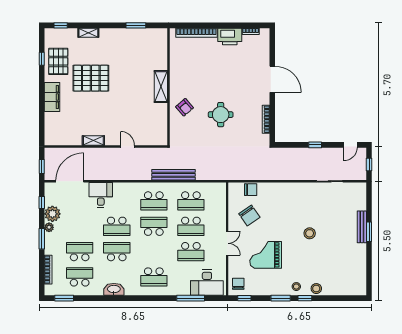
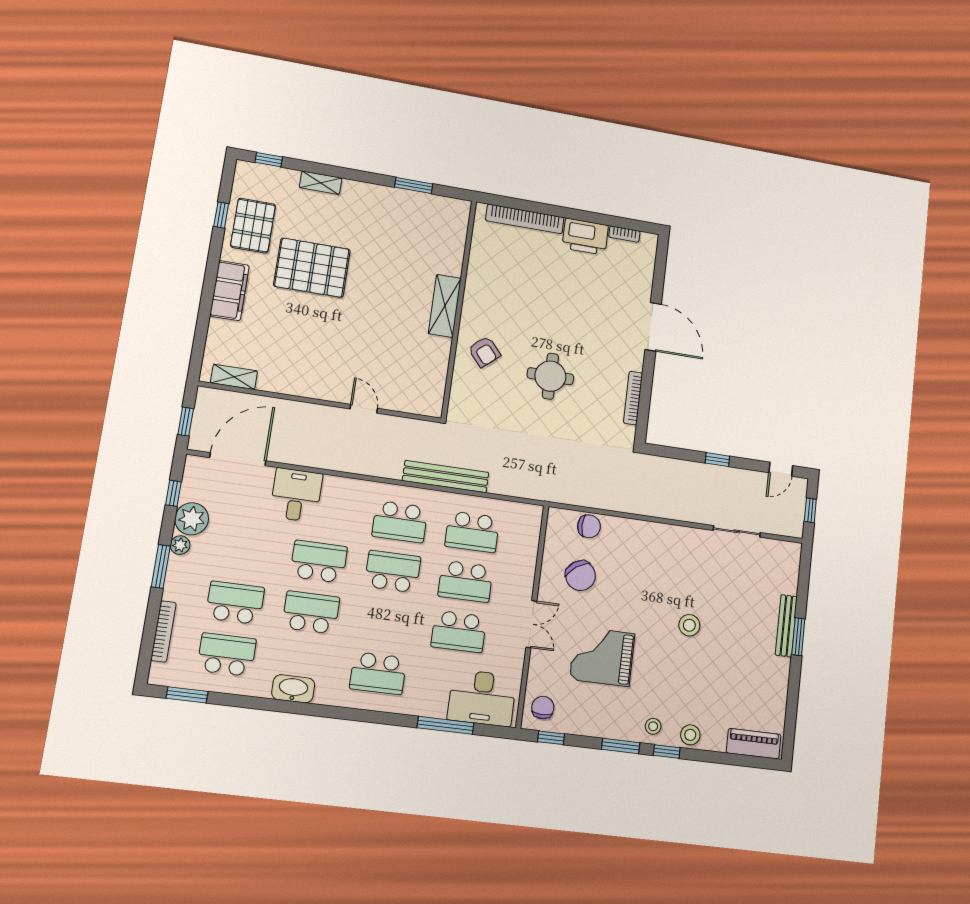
shelving: (93, 141) -> (234, 377), moved
school desk: (117, 226) -> (319, 562), turned 180
piano: (350, 289) -> (754, 744), added

